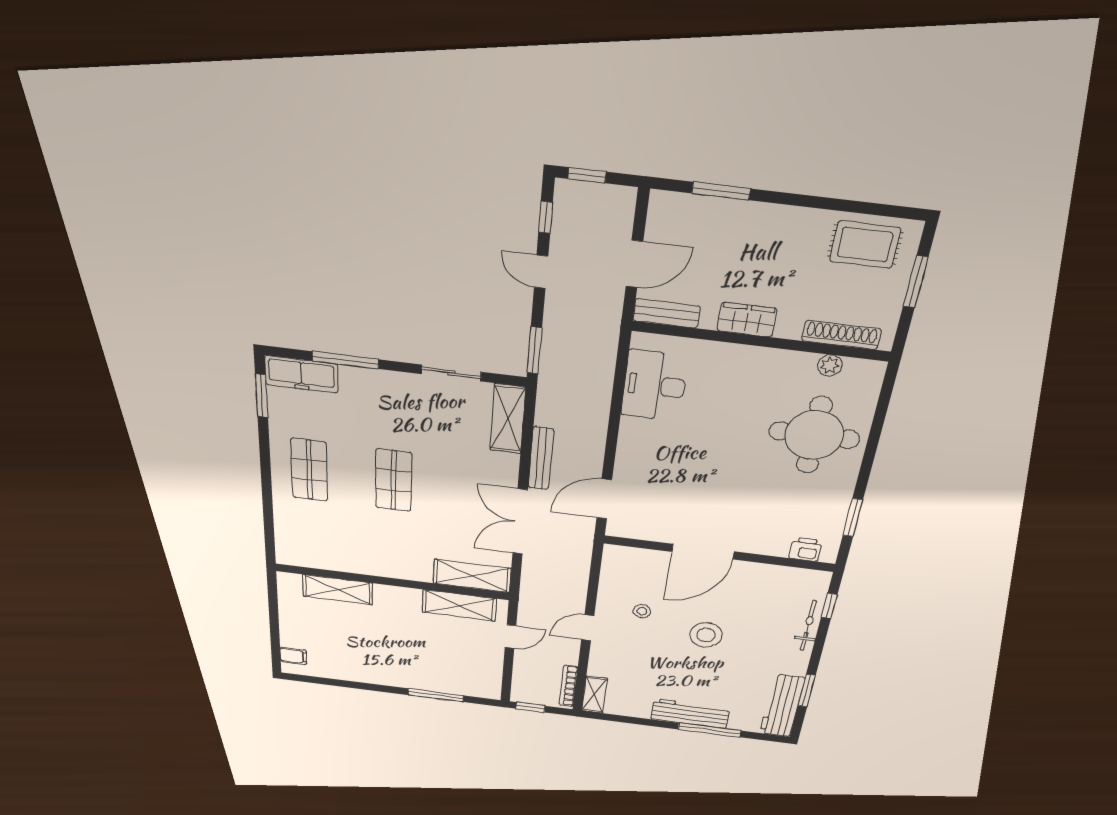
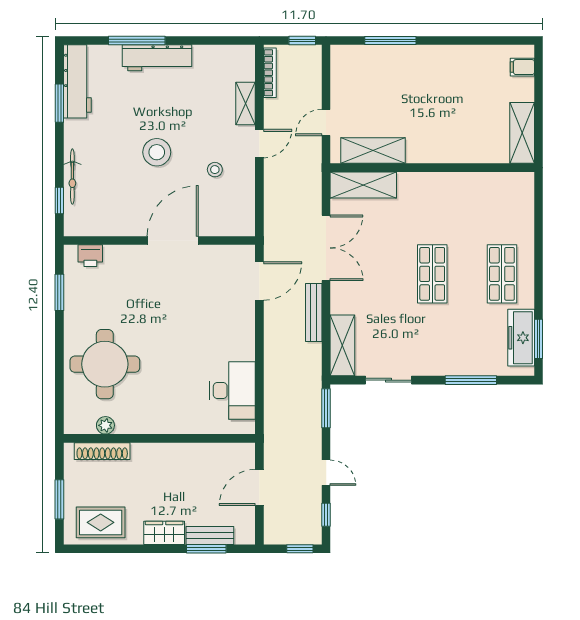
bench: (666, 313) -> (210, 536), moved
wardrobe: (747, 320) -> (164, 533), moved, turned 180
freezer: (301, 374) -> (521, 338), moved, turned -90
shelving: (338, 590) -> (522, 133), moved, turned 90
shelving: (594, 695) -> (246, 103), moved

